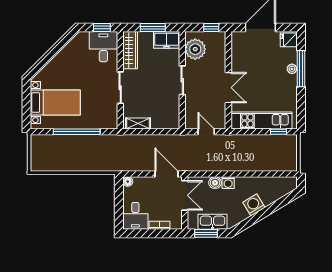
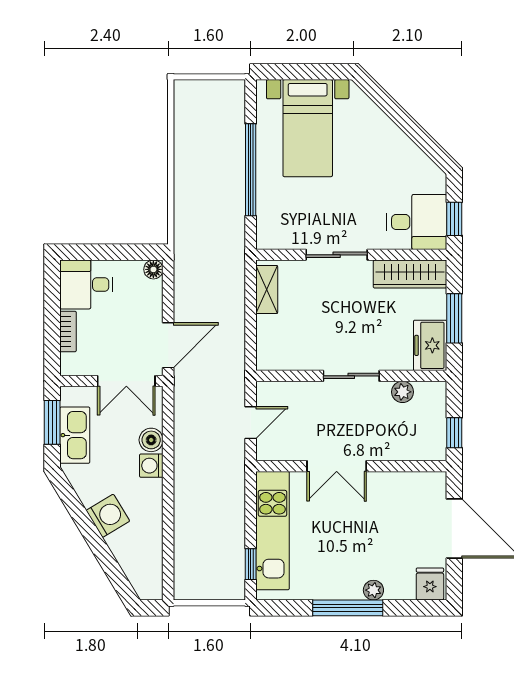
plant: (195, 49) -> (403, 392), width x0.53, depth x0.53
window: (301, 69) -> (348, 608), moved

